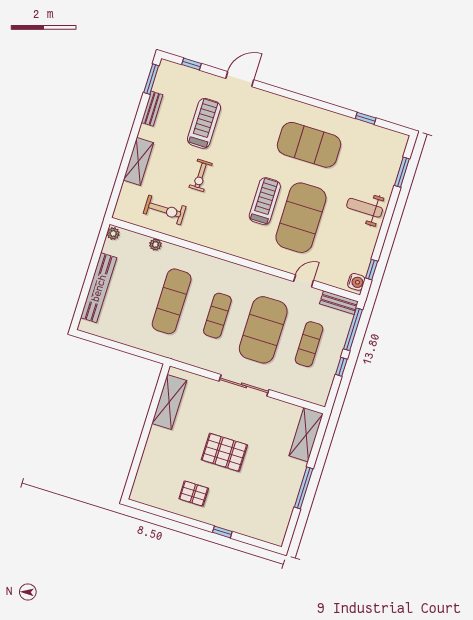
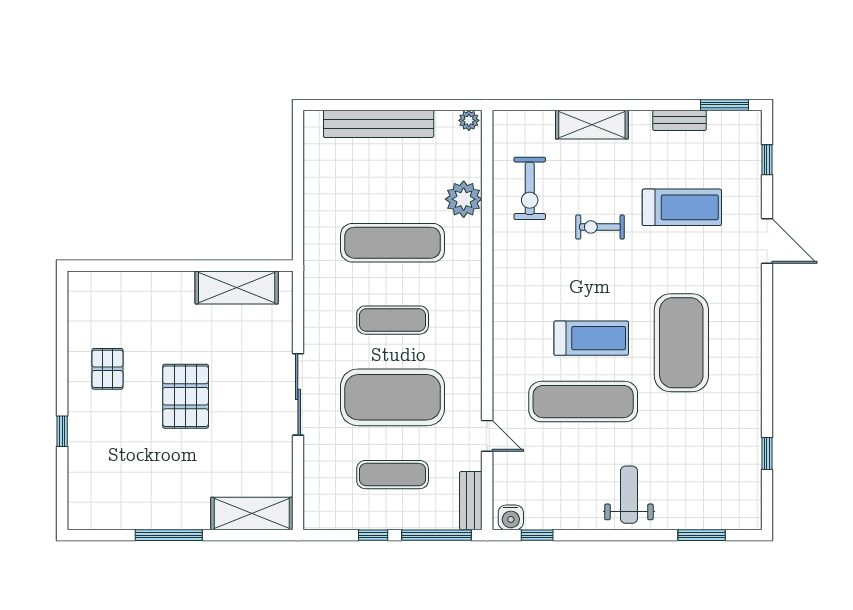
exercise mat: (309, 145) -> (681, 343), moved
exercise mat: (301, 218) -> (583, 402), width x0.68
plant: (155, 245) -> (464, 199), width x1.88, depth x1.88

